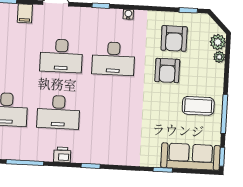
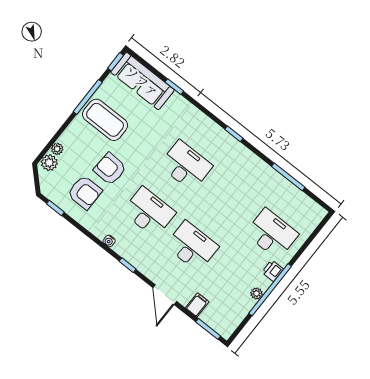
armchair: (174, 38) -> (85, 192), turned 90
armchair: (167, 70) -> (110, 169), turned -87
coffee table: (198, 106) -> (105, 120), width x1.36, depth x1.32
desk: (58, 112) -> (186, 166), moved
printer: (62, 155) -> (251, 161), removed

